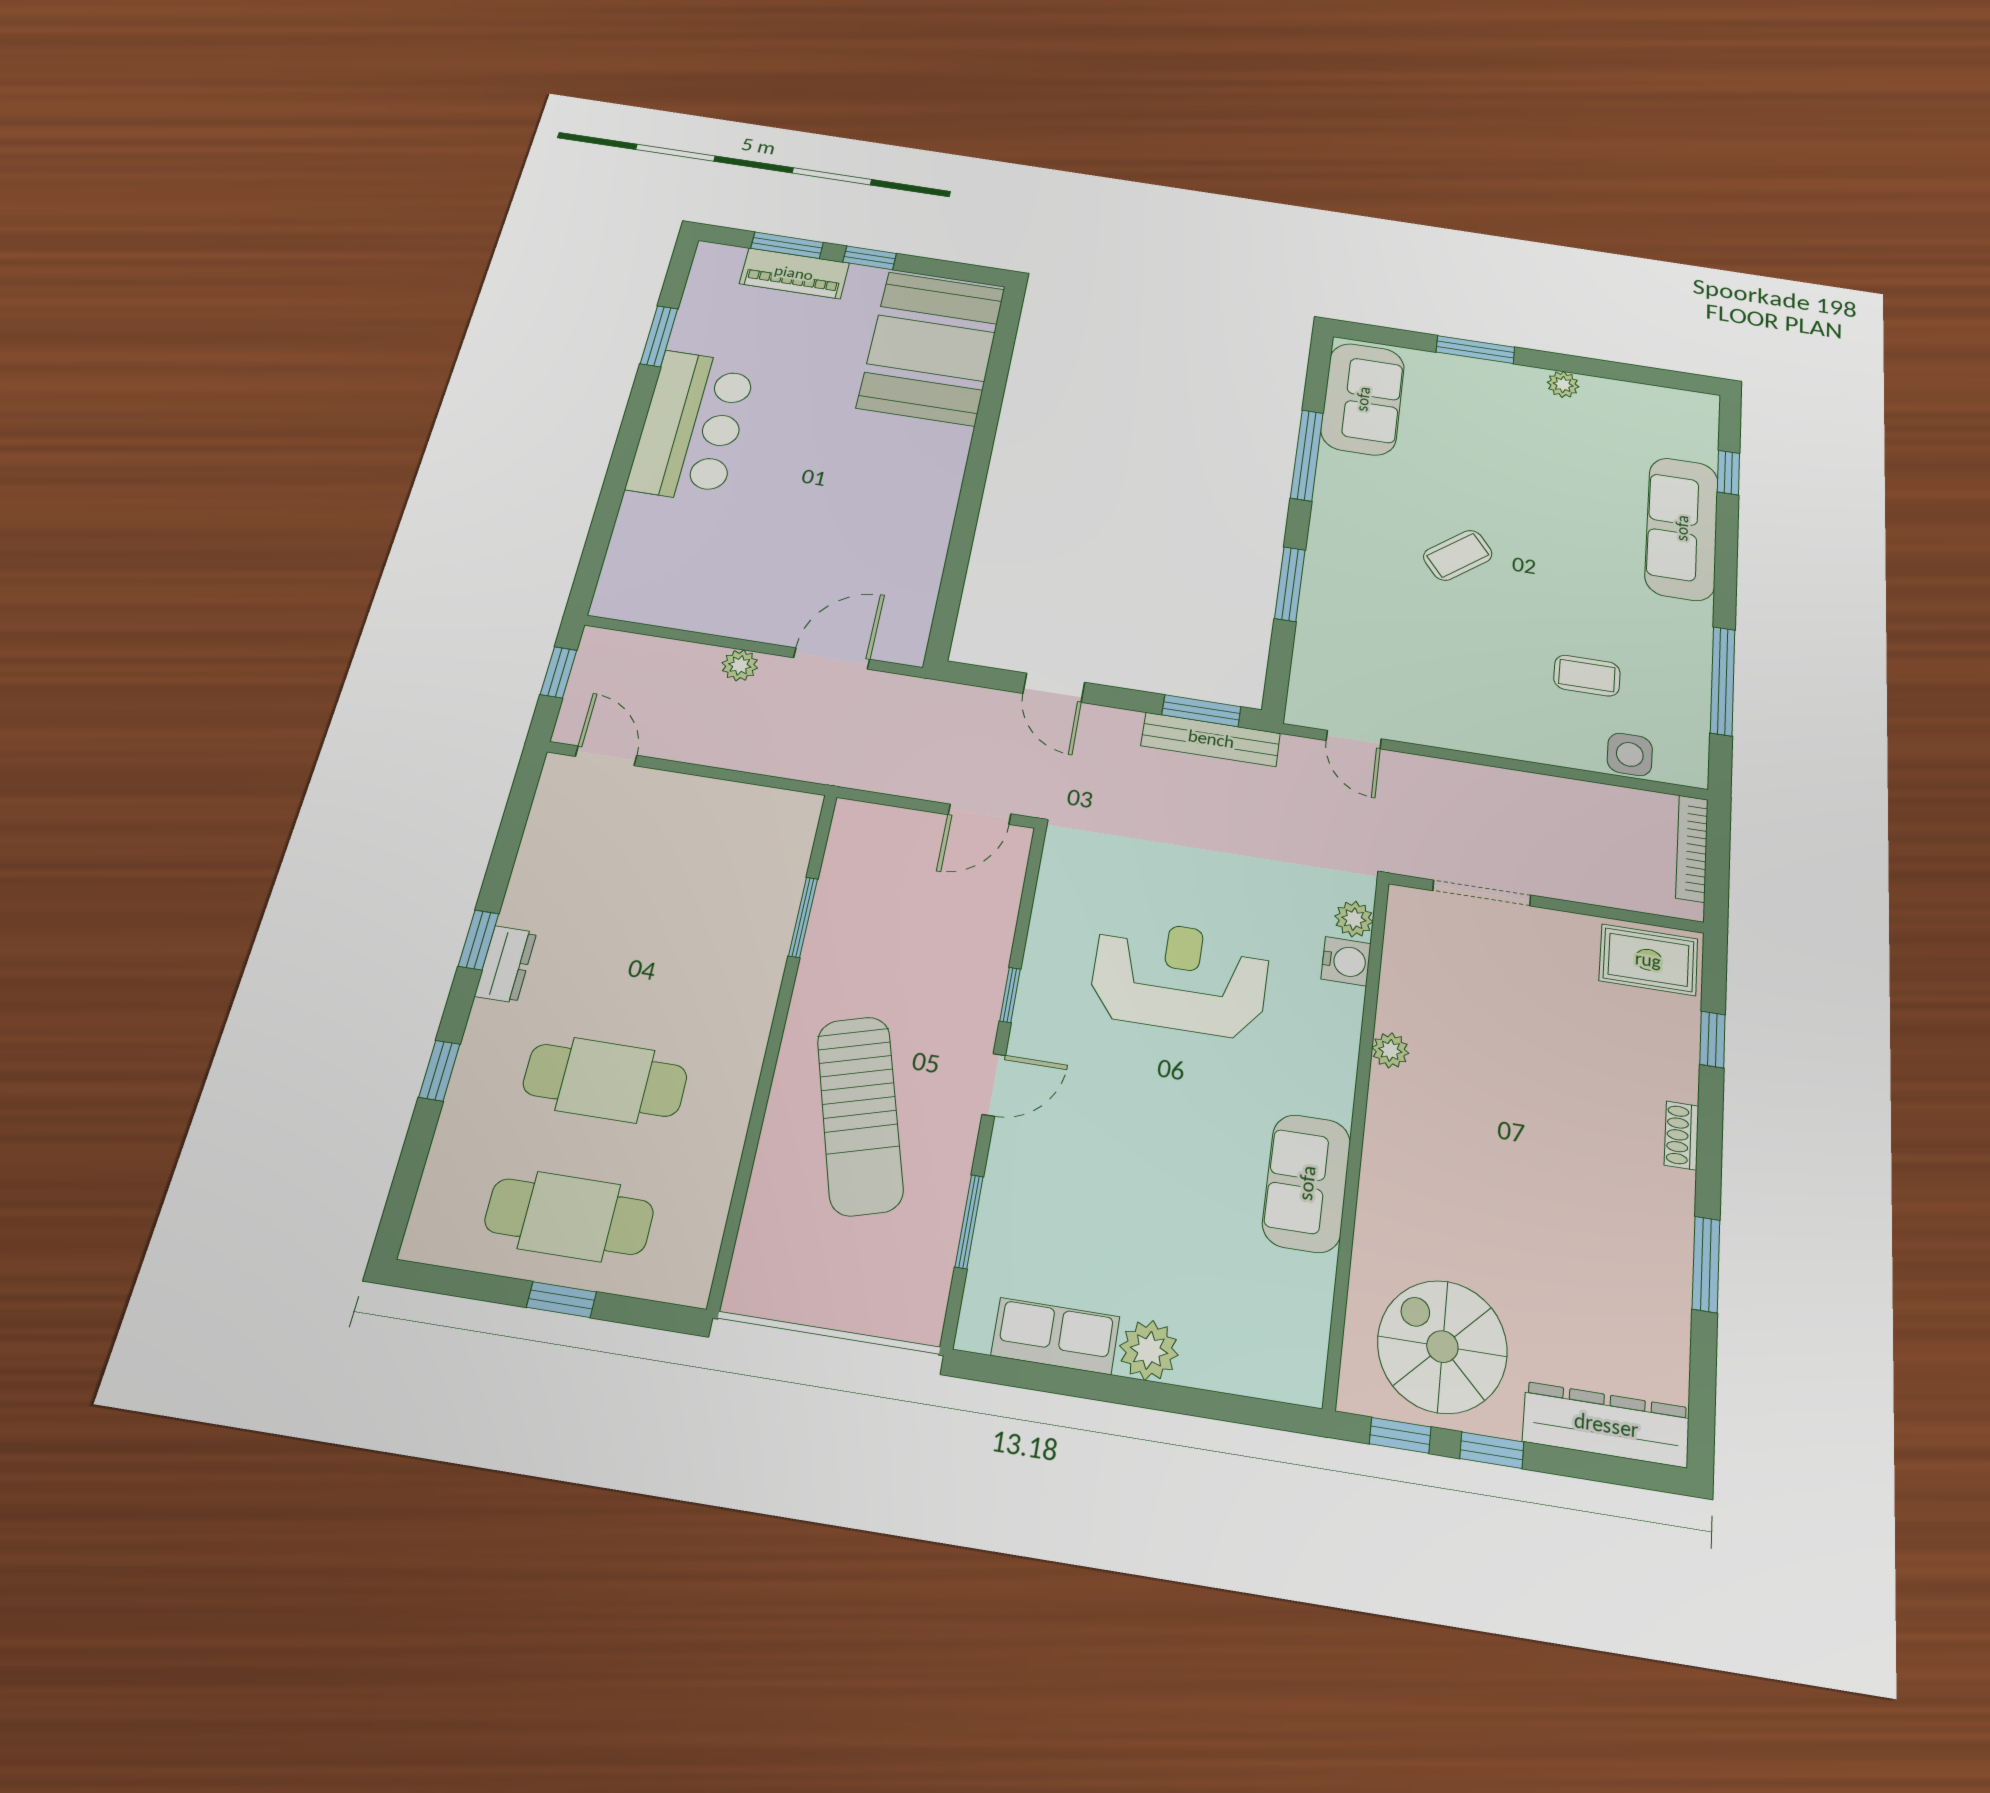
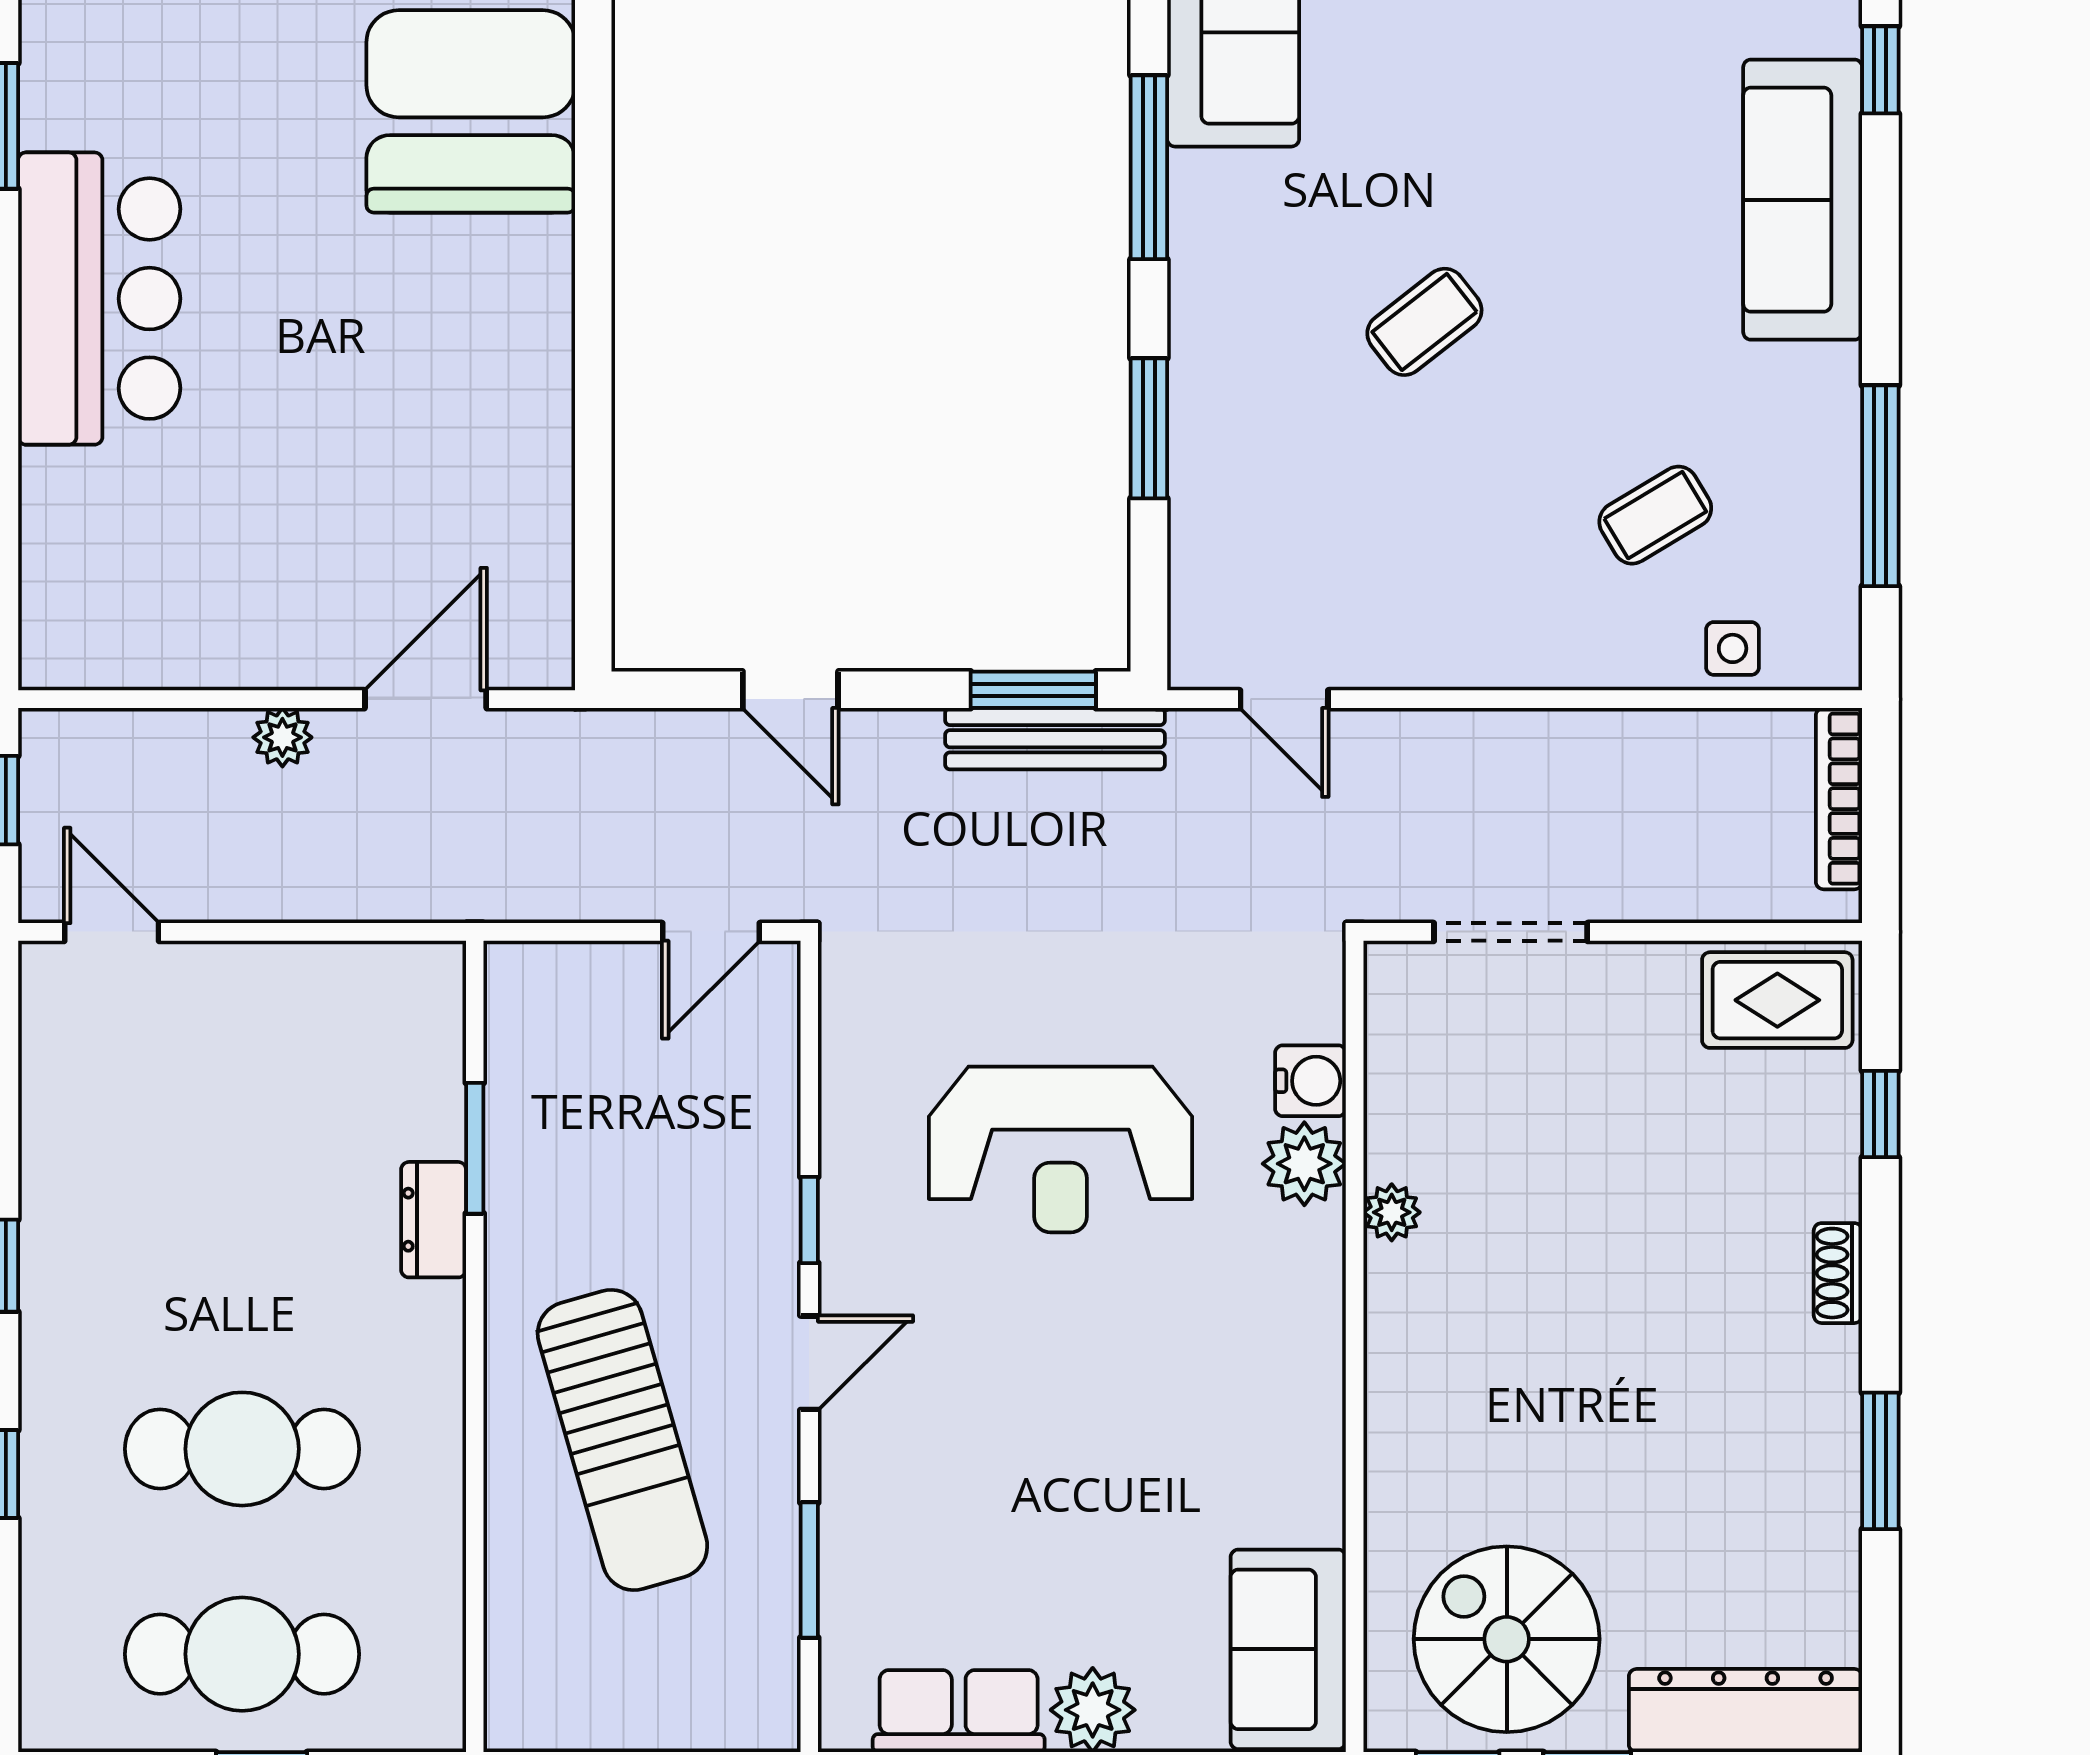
coffee table: (1587, 676) -> (1655, 515), turned -31
side table: (1630, 754) -> (1733, 648), width x0.73, depth x0.73
plant: (1354, 919) -> (1304, 1164), moved, width x1.38, depth x1.38
dresser: (506, 964) -> (434, 1220), moved, turned 180
reception desk: (1180, 977) -> (1061, 1149), turned 180
sofa: (1307, 1183) -> (1288, 1649), moved

